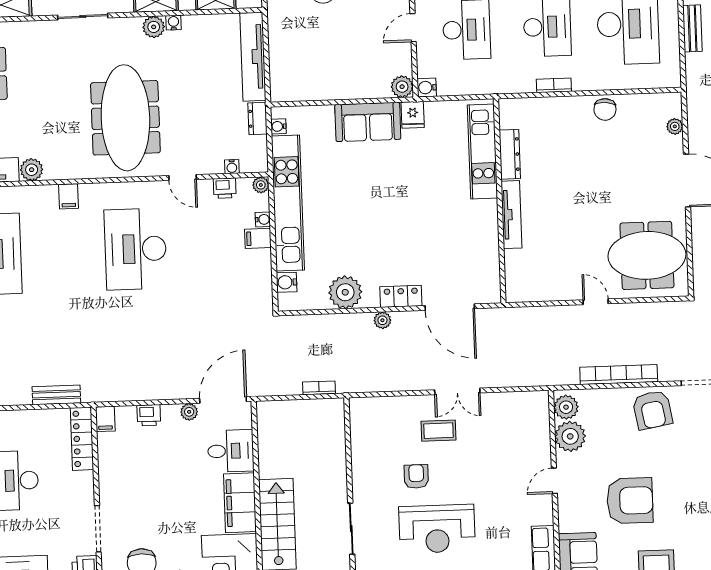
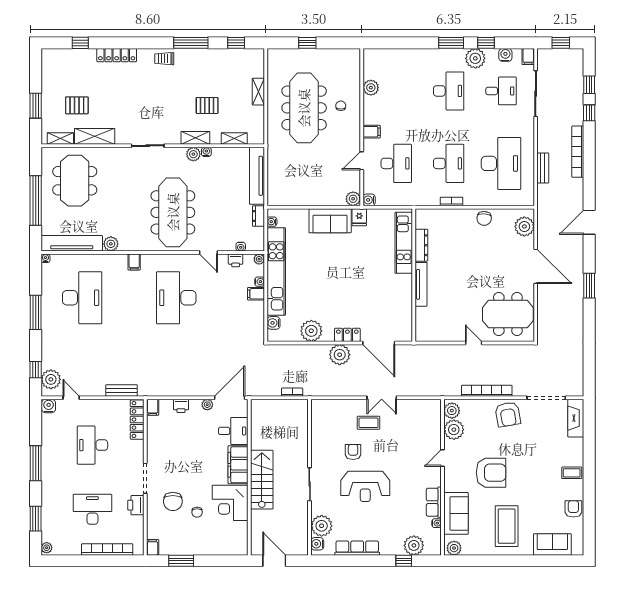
plant: (675, 126) -> (524, 226), width x1.87, depth x1.87
plant: (382, 320) -> (340, 355), width x1.88, depth x1.88

